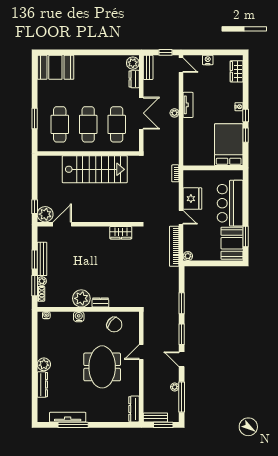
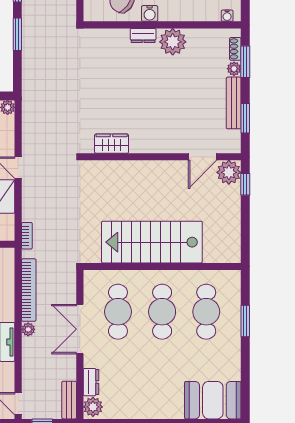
bookcase: (174, 246) -> (29, 290), moved
window: (35, 260) -> (245, 118), moved
water cooler: (79, 317) -> (150, 13), moved

